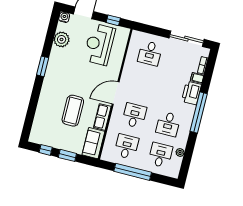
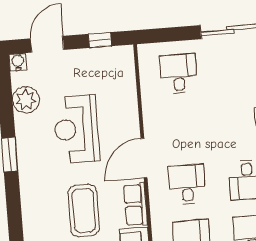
reception desk: (99, 44) -> (76, 129), moved
desk: (150, 53) -> (178, 74), turned 180

